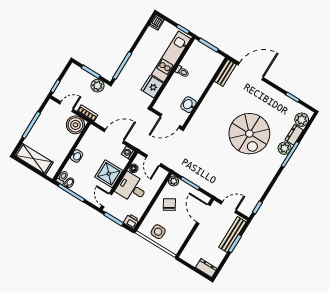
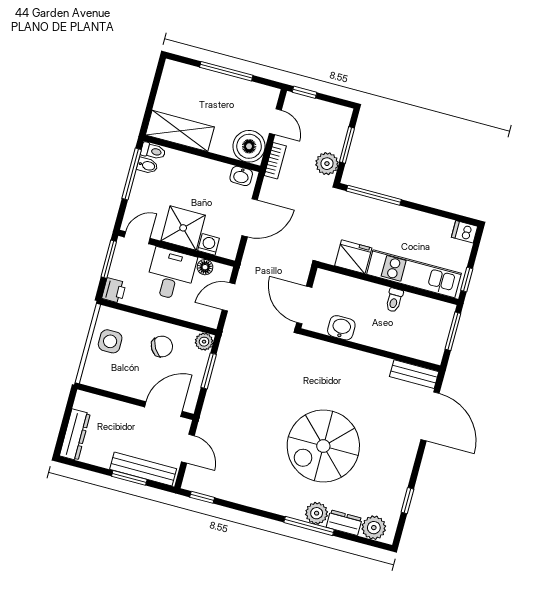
door: (114, 136) -> (250, 218), hinge flipped
washing machine: (128, 153) -> (209, 244), moved
washbasin: (77, 156) -> (241, 176), moved
shelving: (34, 159) -> (180, 131), moved, turned 90
dresser: (206, 268) -> (75, 435), width x1.44

